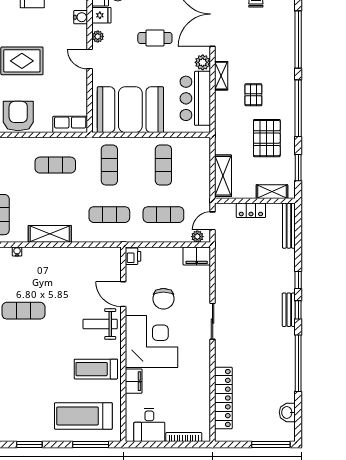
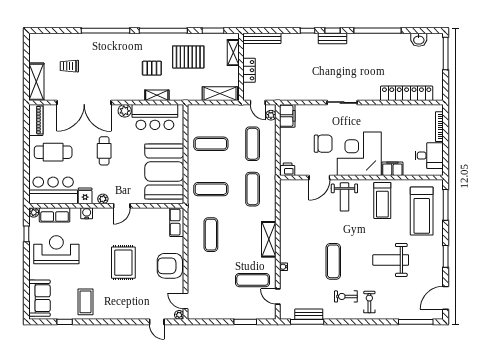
shelving: (221, 76) -> (157, 95), moved
weight bench: (25, 379) -> (391, 260), added

